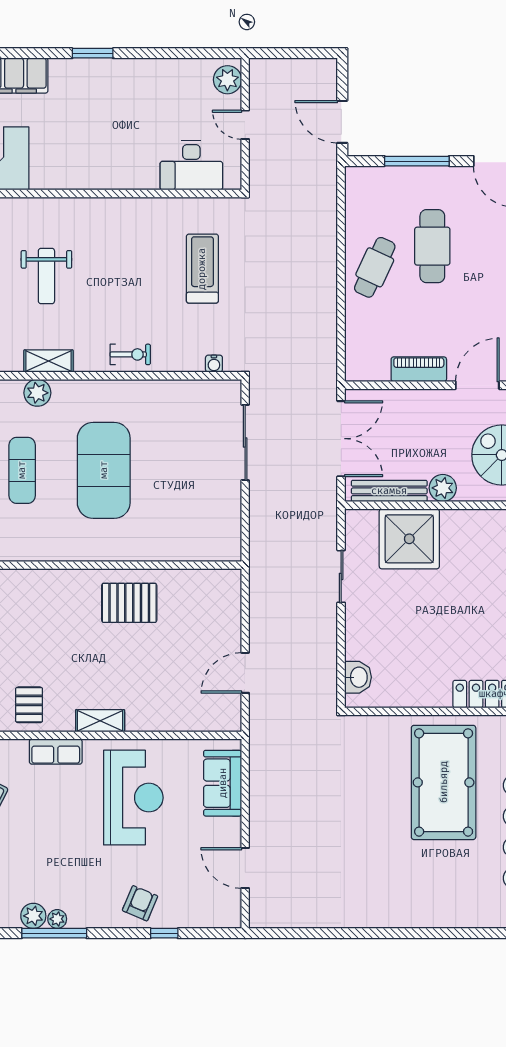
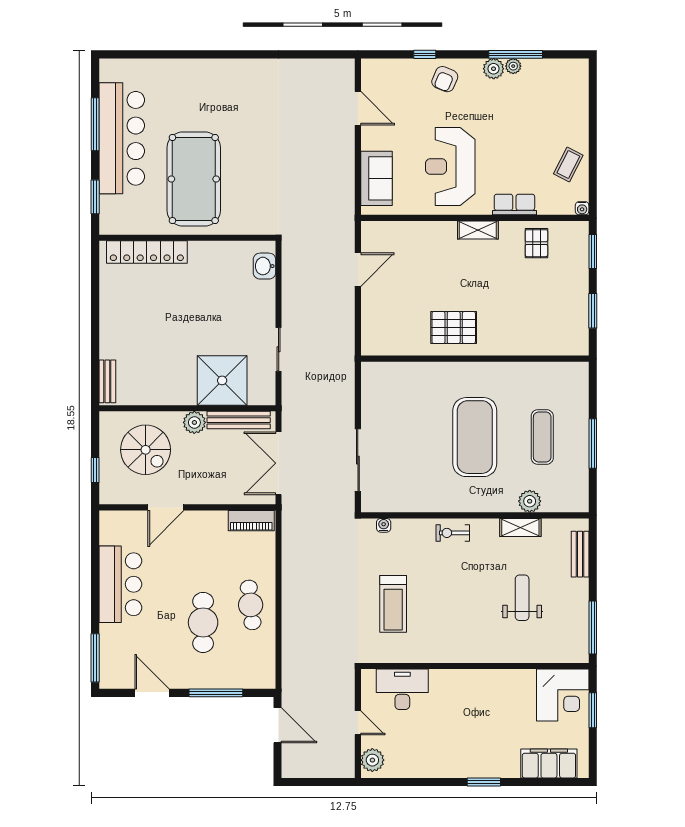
cafe table: (375, 267) -> (251, 605), turned -31
piano: (419, 369) -> (251, 521), moved
plant: (33, 916) -> (494, 69), moved

